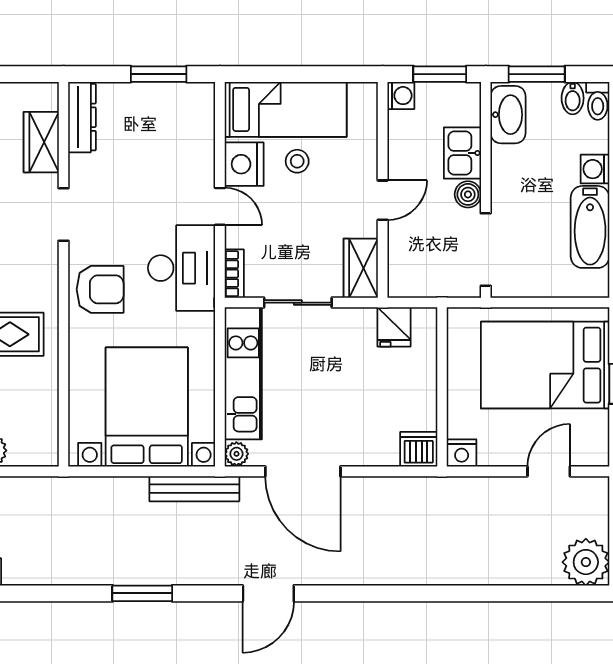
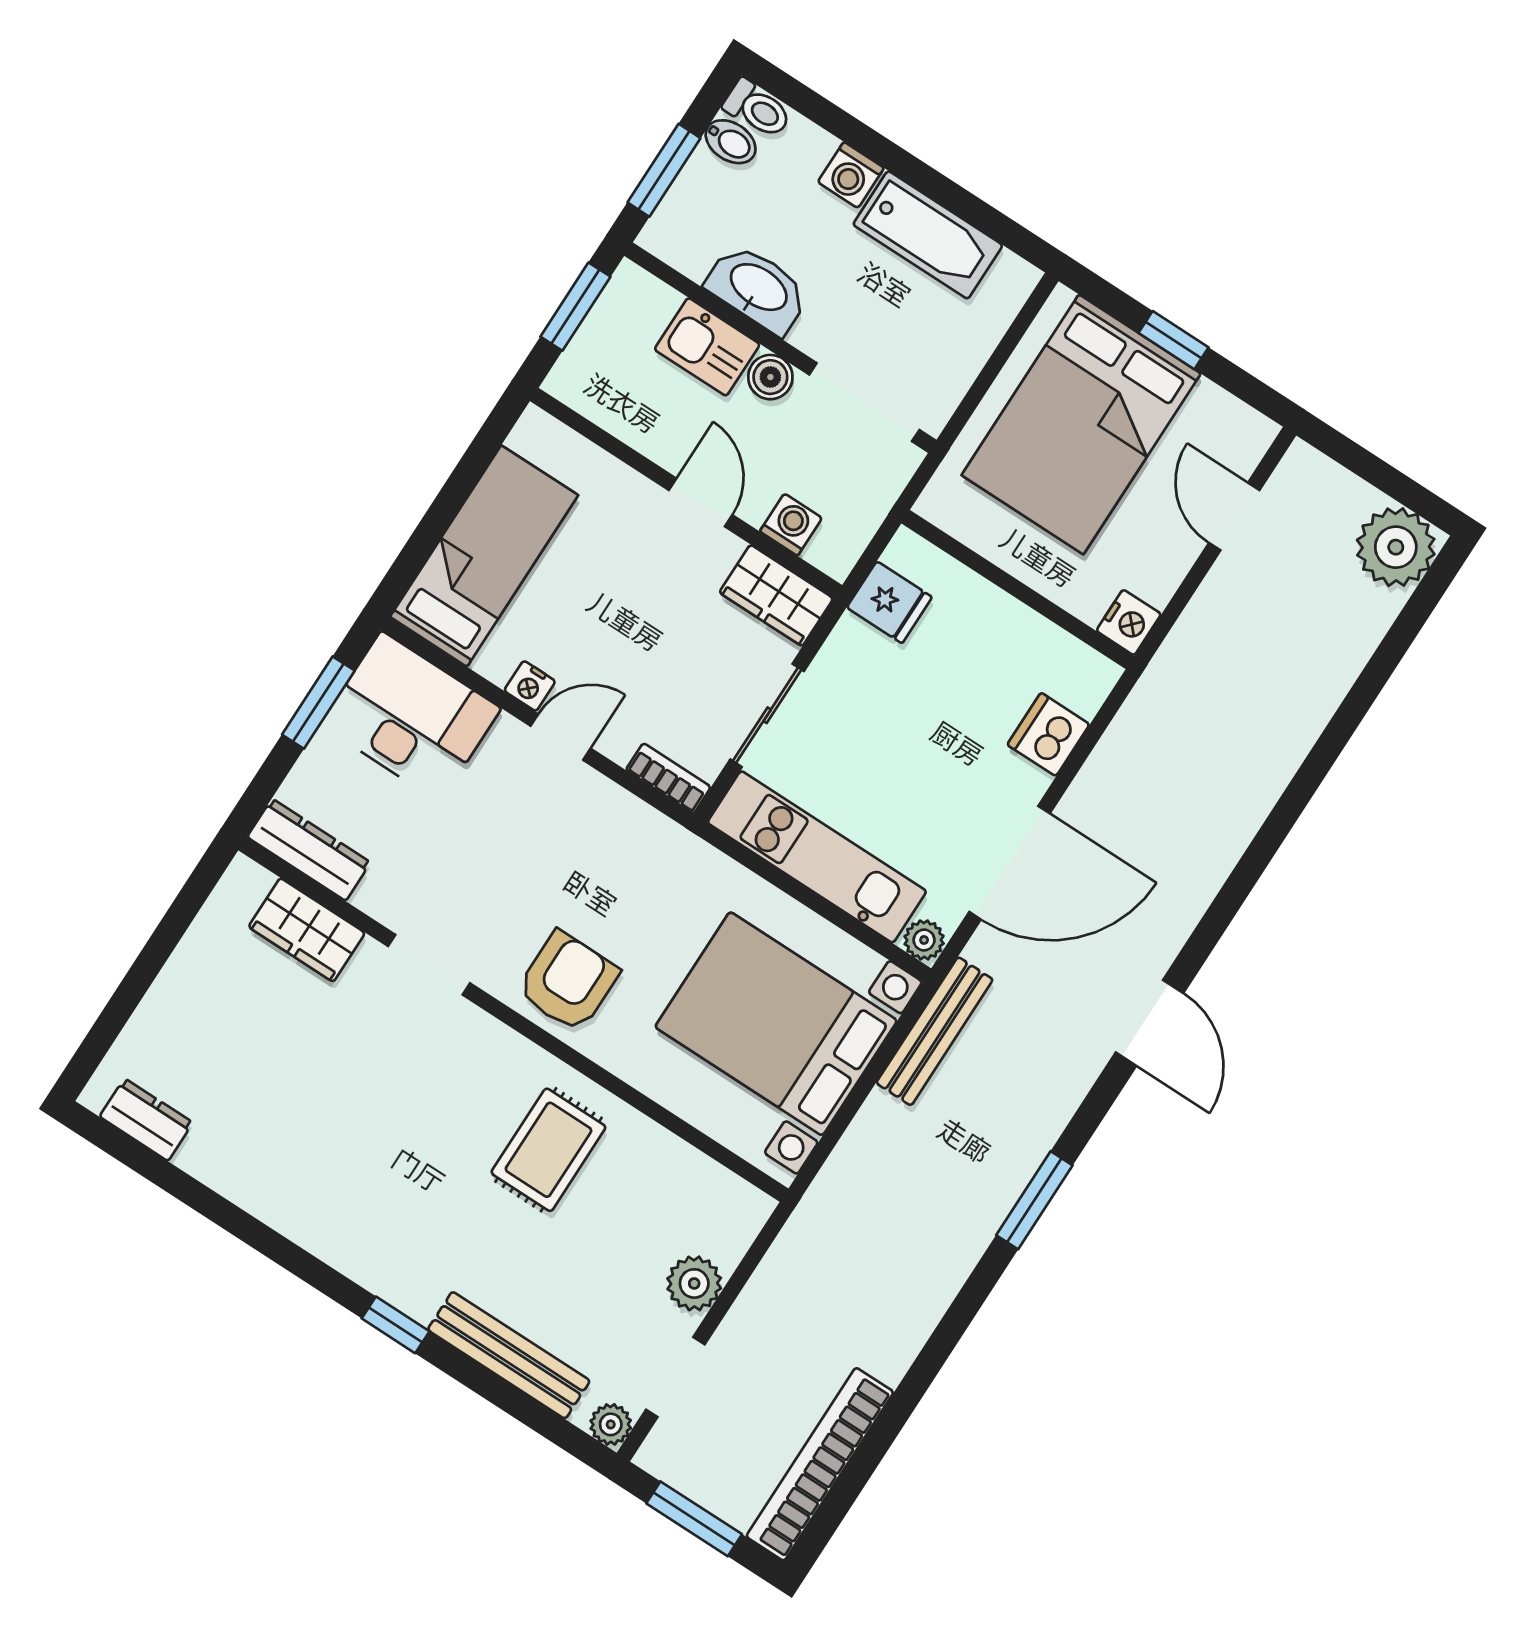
washing machine: (401, 96) -> (791, 525), moved
washbasin: (508, 115) -> (758, 289), moved
stool: (297, 161) -> (568, 587), removed
nightstand: (244, 164) -> (530, 686), width x0.53, depth x0.56
desk: (182, 268) -> (411, 717), moved
dishwasher: (419, 449) -> (1048, 734), moved

